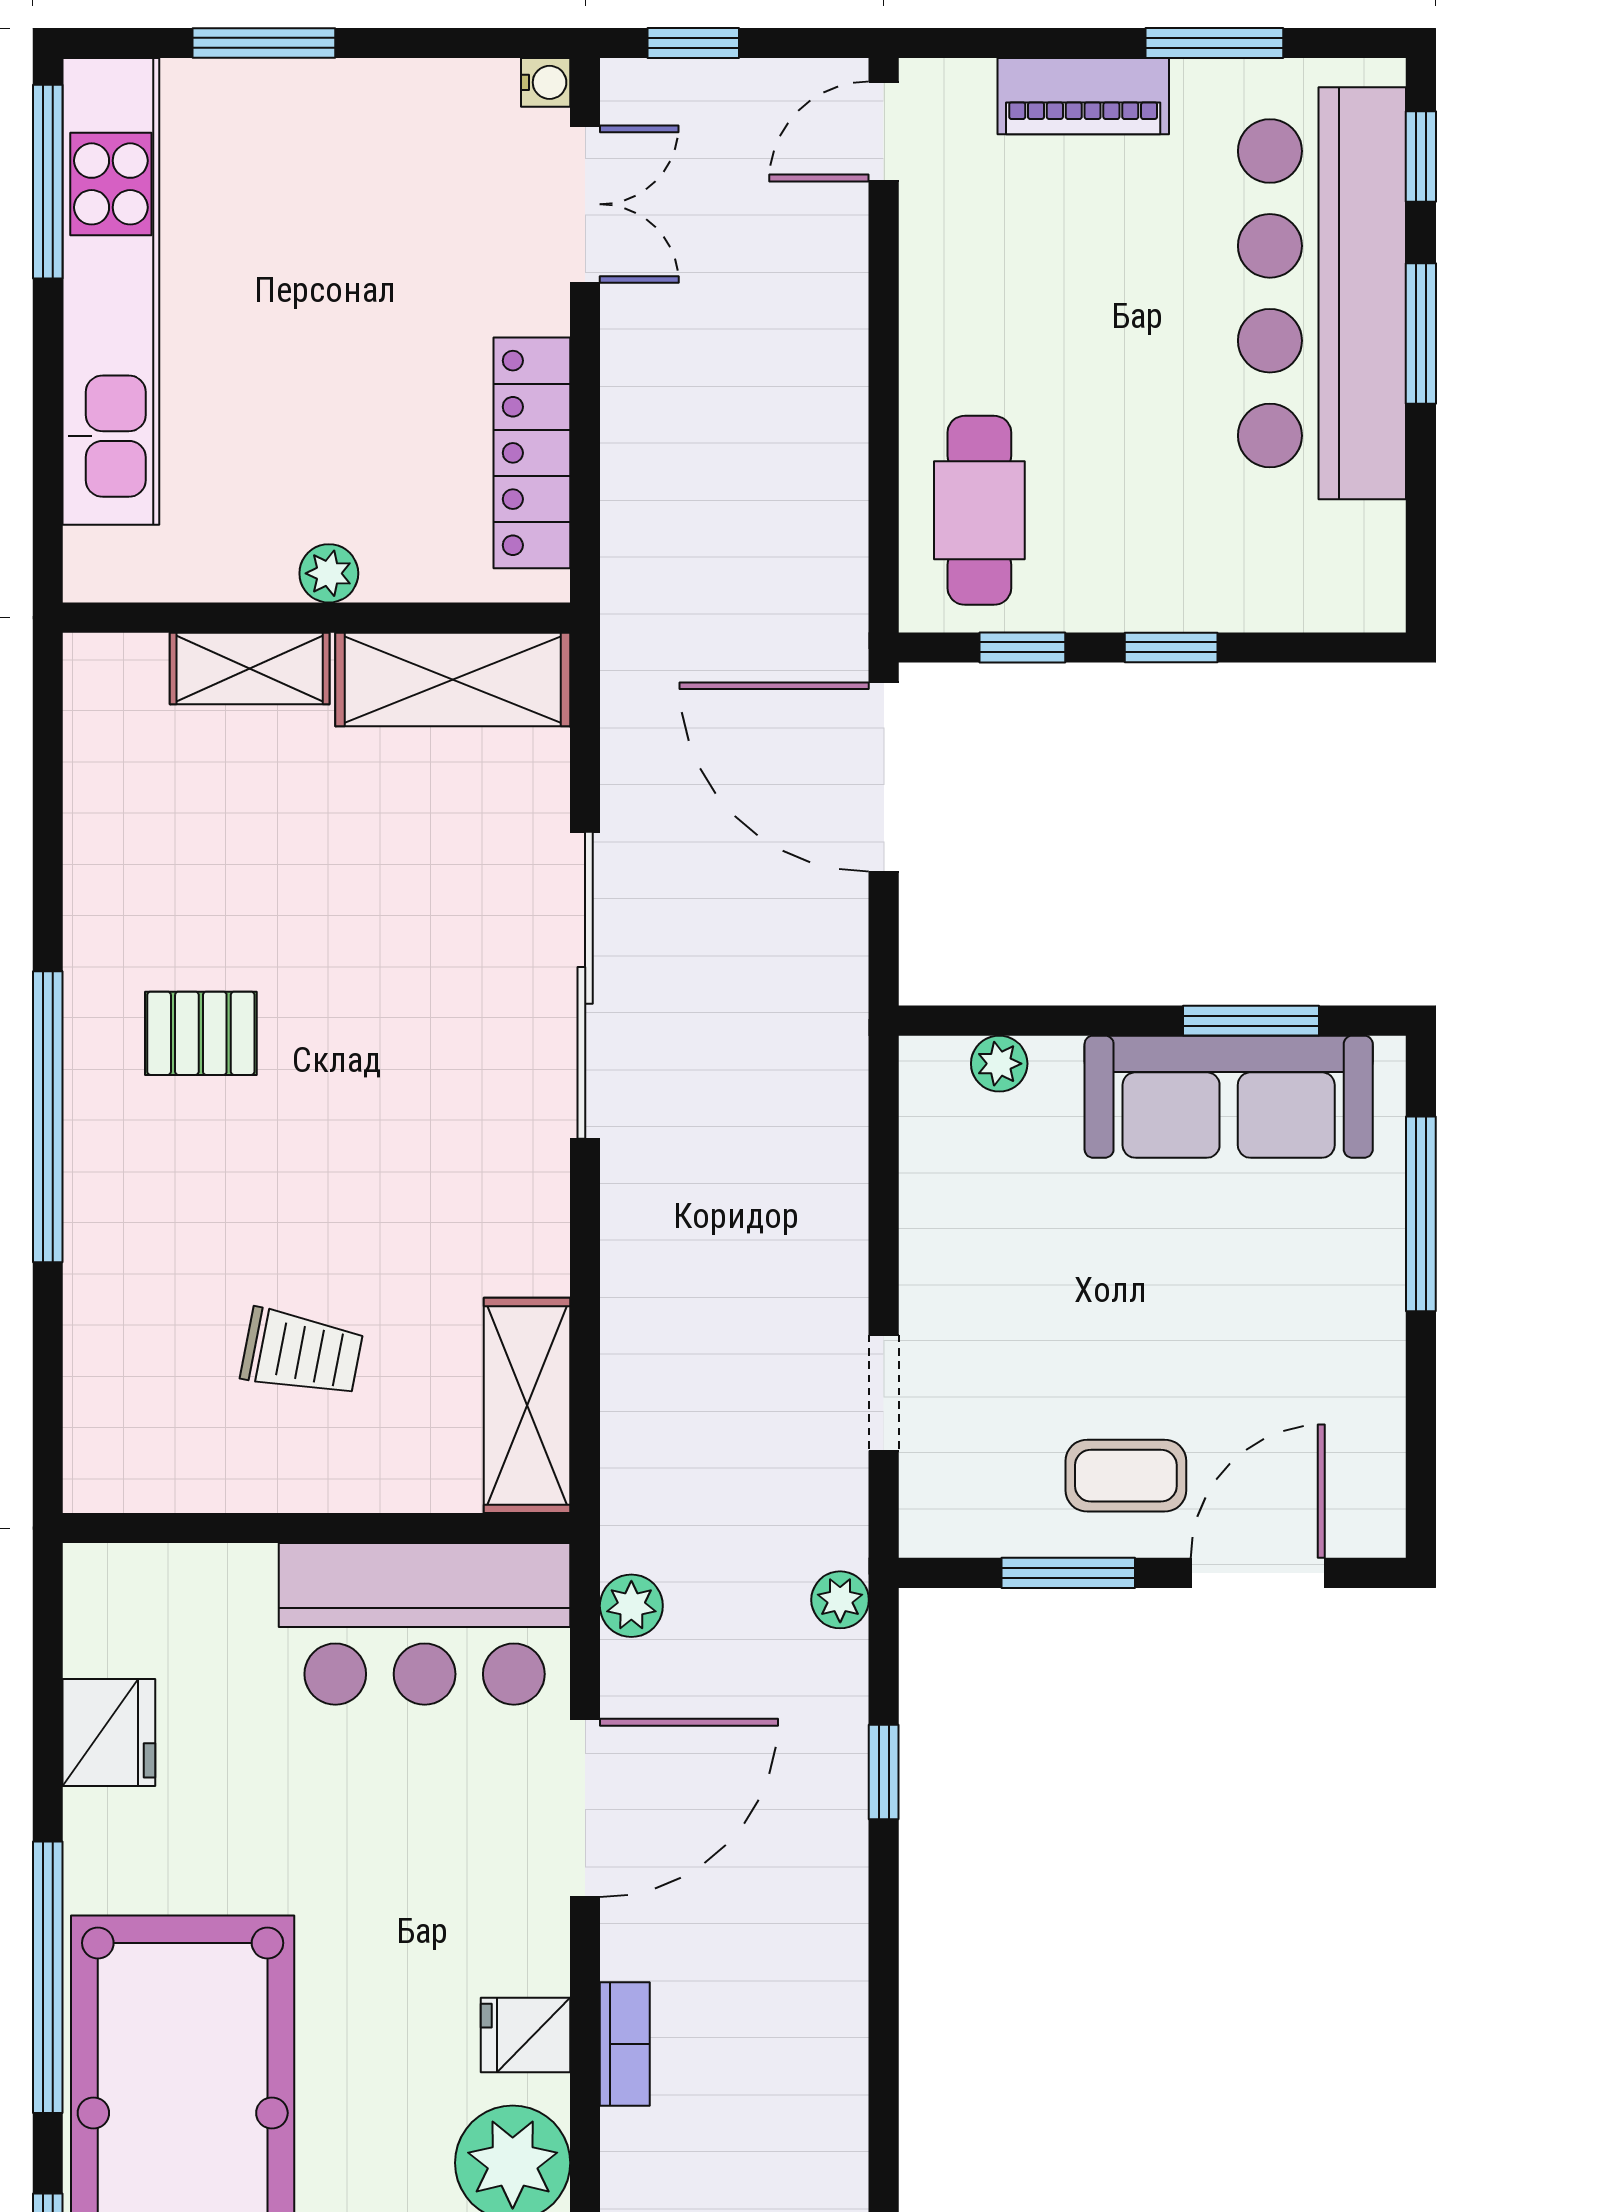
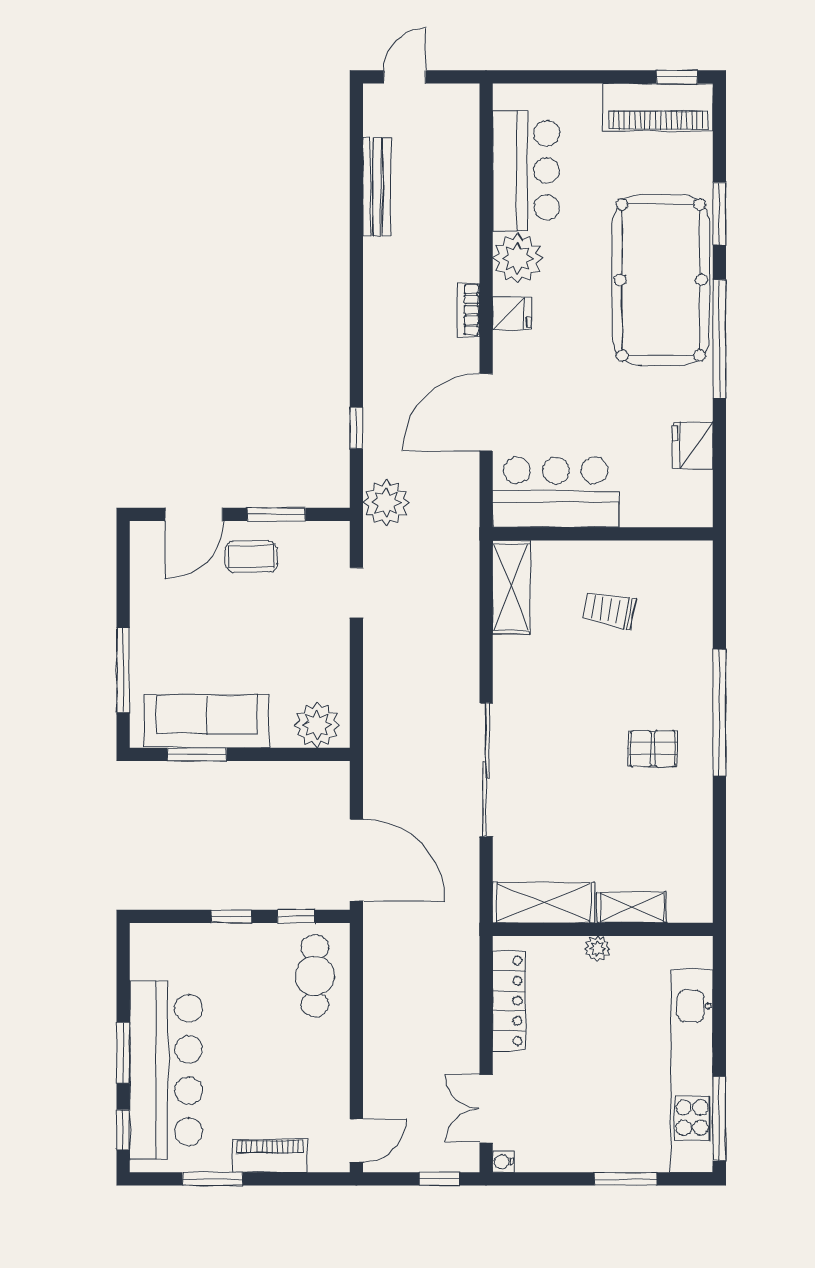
plant: (999, 1064) -> (317, 725), width x1.88, depth x1.88
plant: (840, 1600) -> (386, 503), width x1.88, depth x1.88
plant: (631, 1606) -> (466, 500), removed

